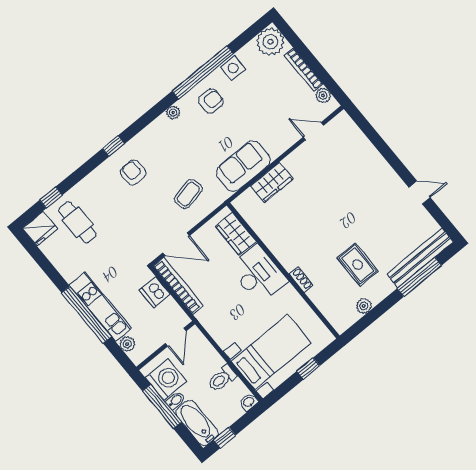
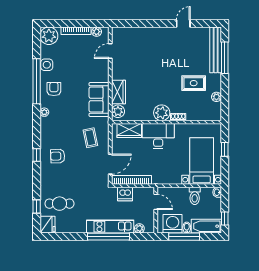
plant: (248, 201) -> (118, 111), added
plant: (290, 255) -> (162, 113), added

